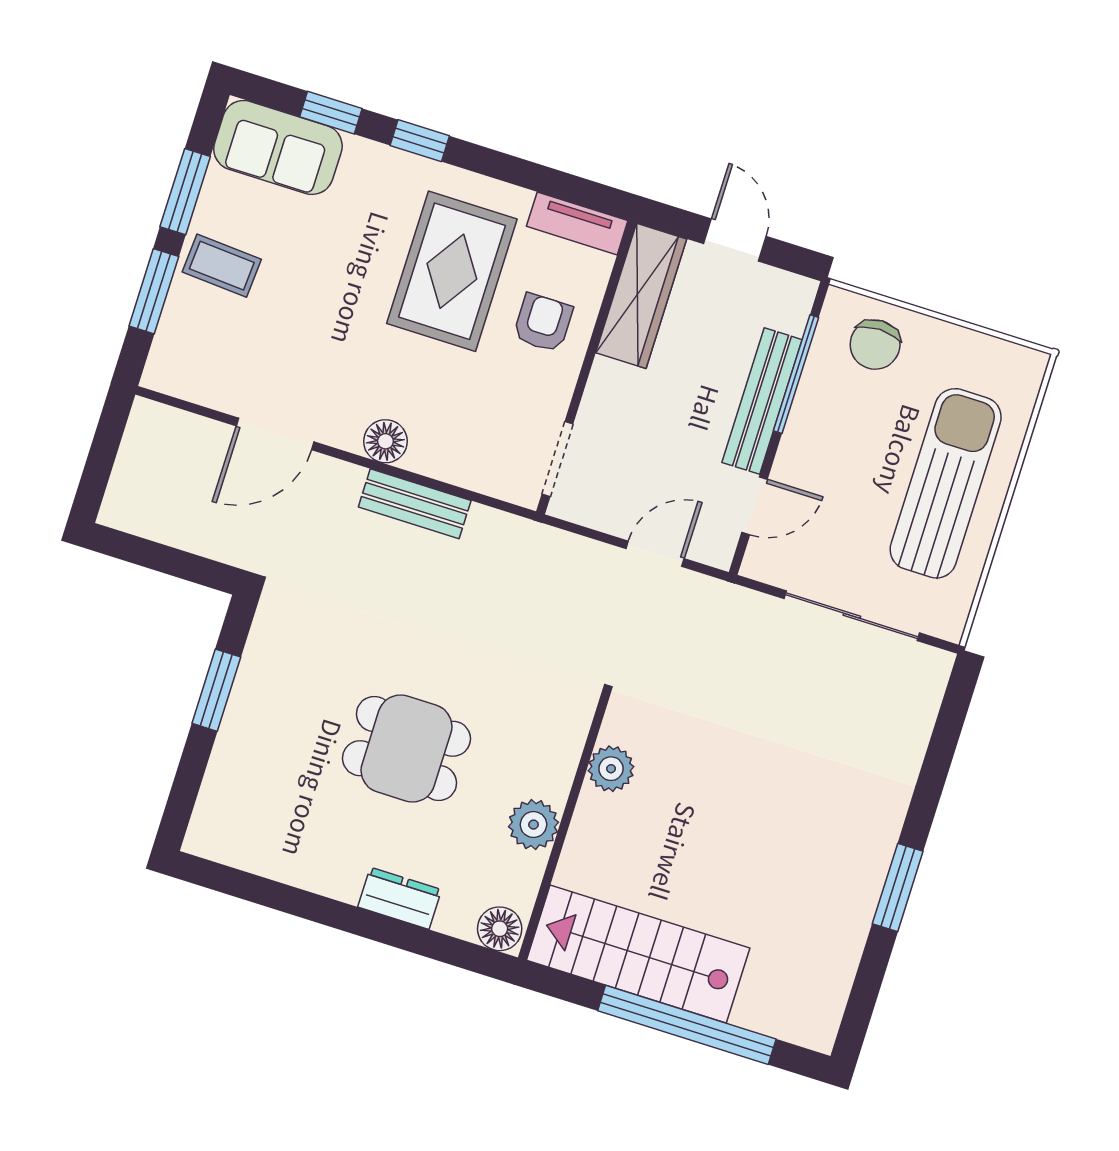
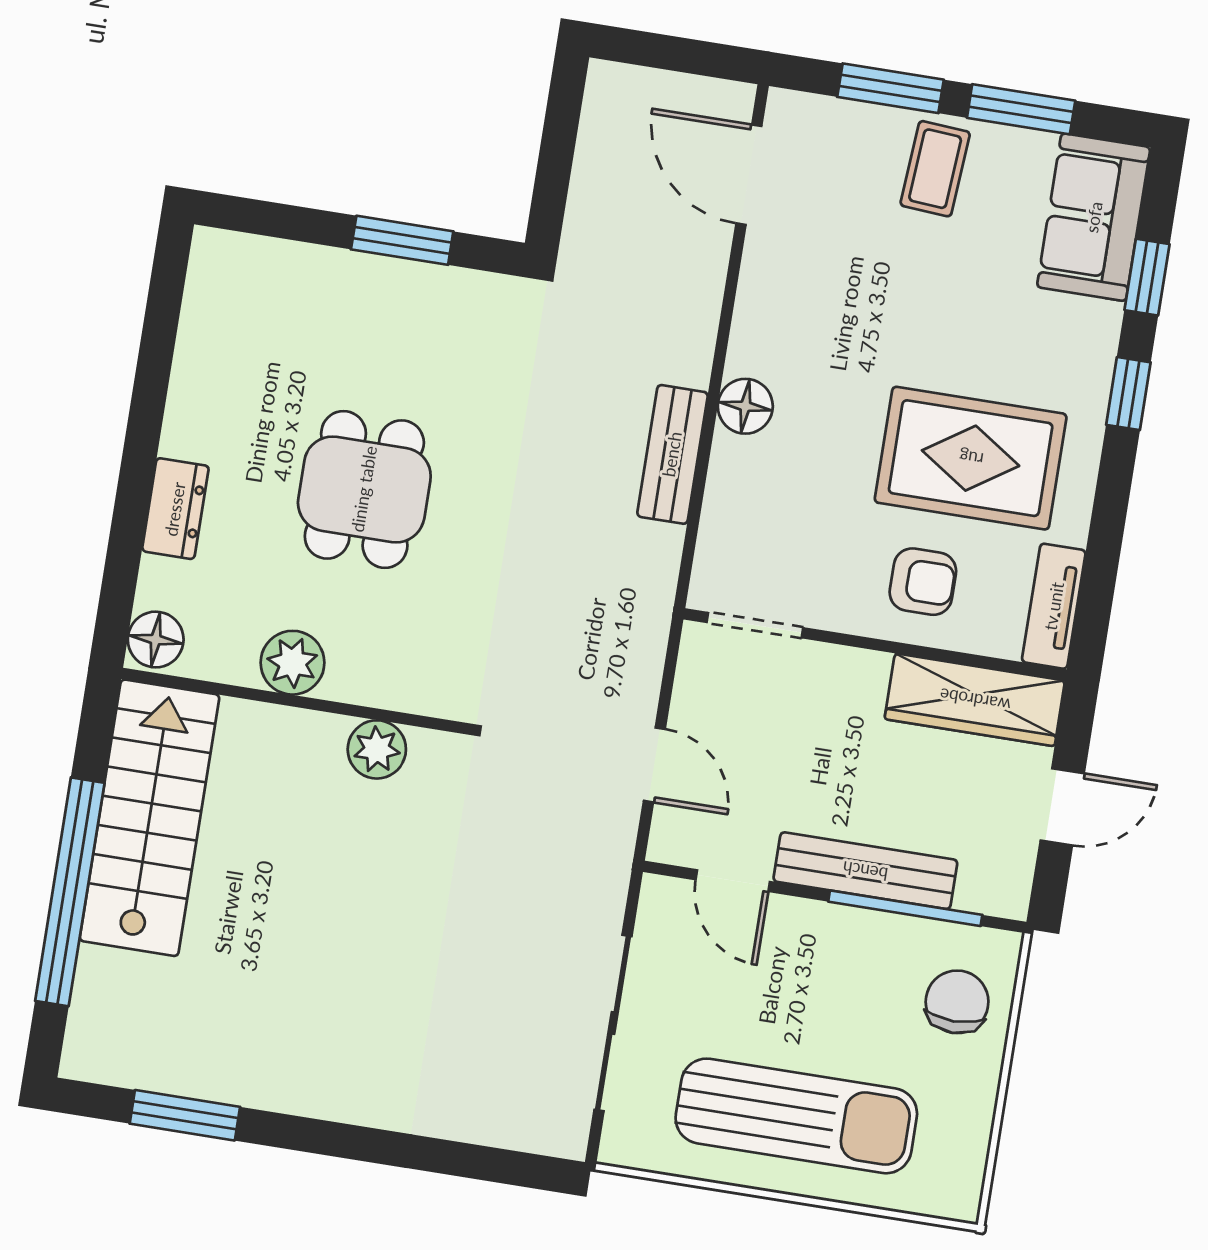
chair: (875, 345) -> (957, 1002), turned 90
door: (275, 434) -> (749, 175), moved
window: (898, 887) -> (185, 1115), moved

